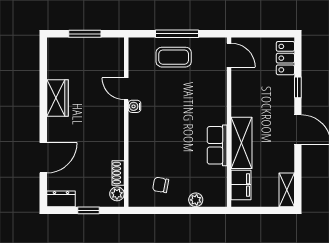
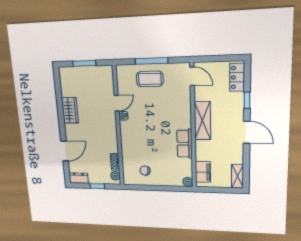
door: (126, 89) -> (117, 103), swing flipped
shelving: (241, 143) -> (202, 121), moved
plant: (196, 200) -> (188, 182), moved

